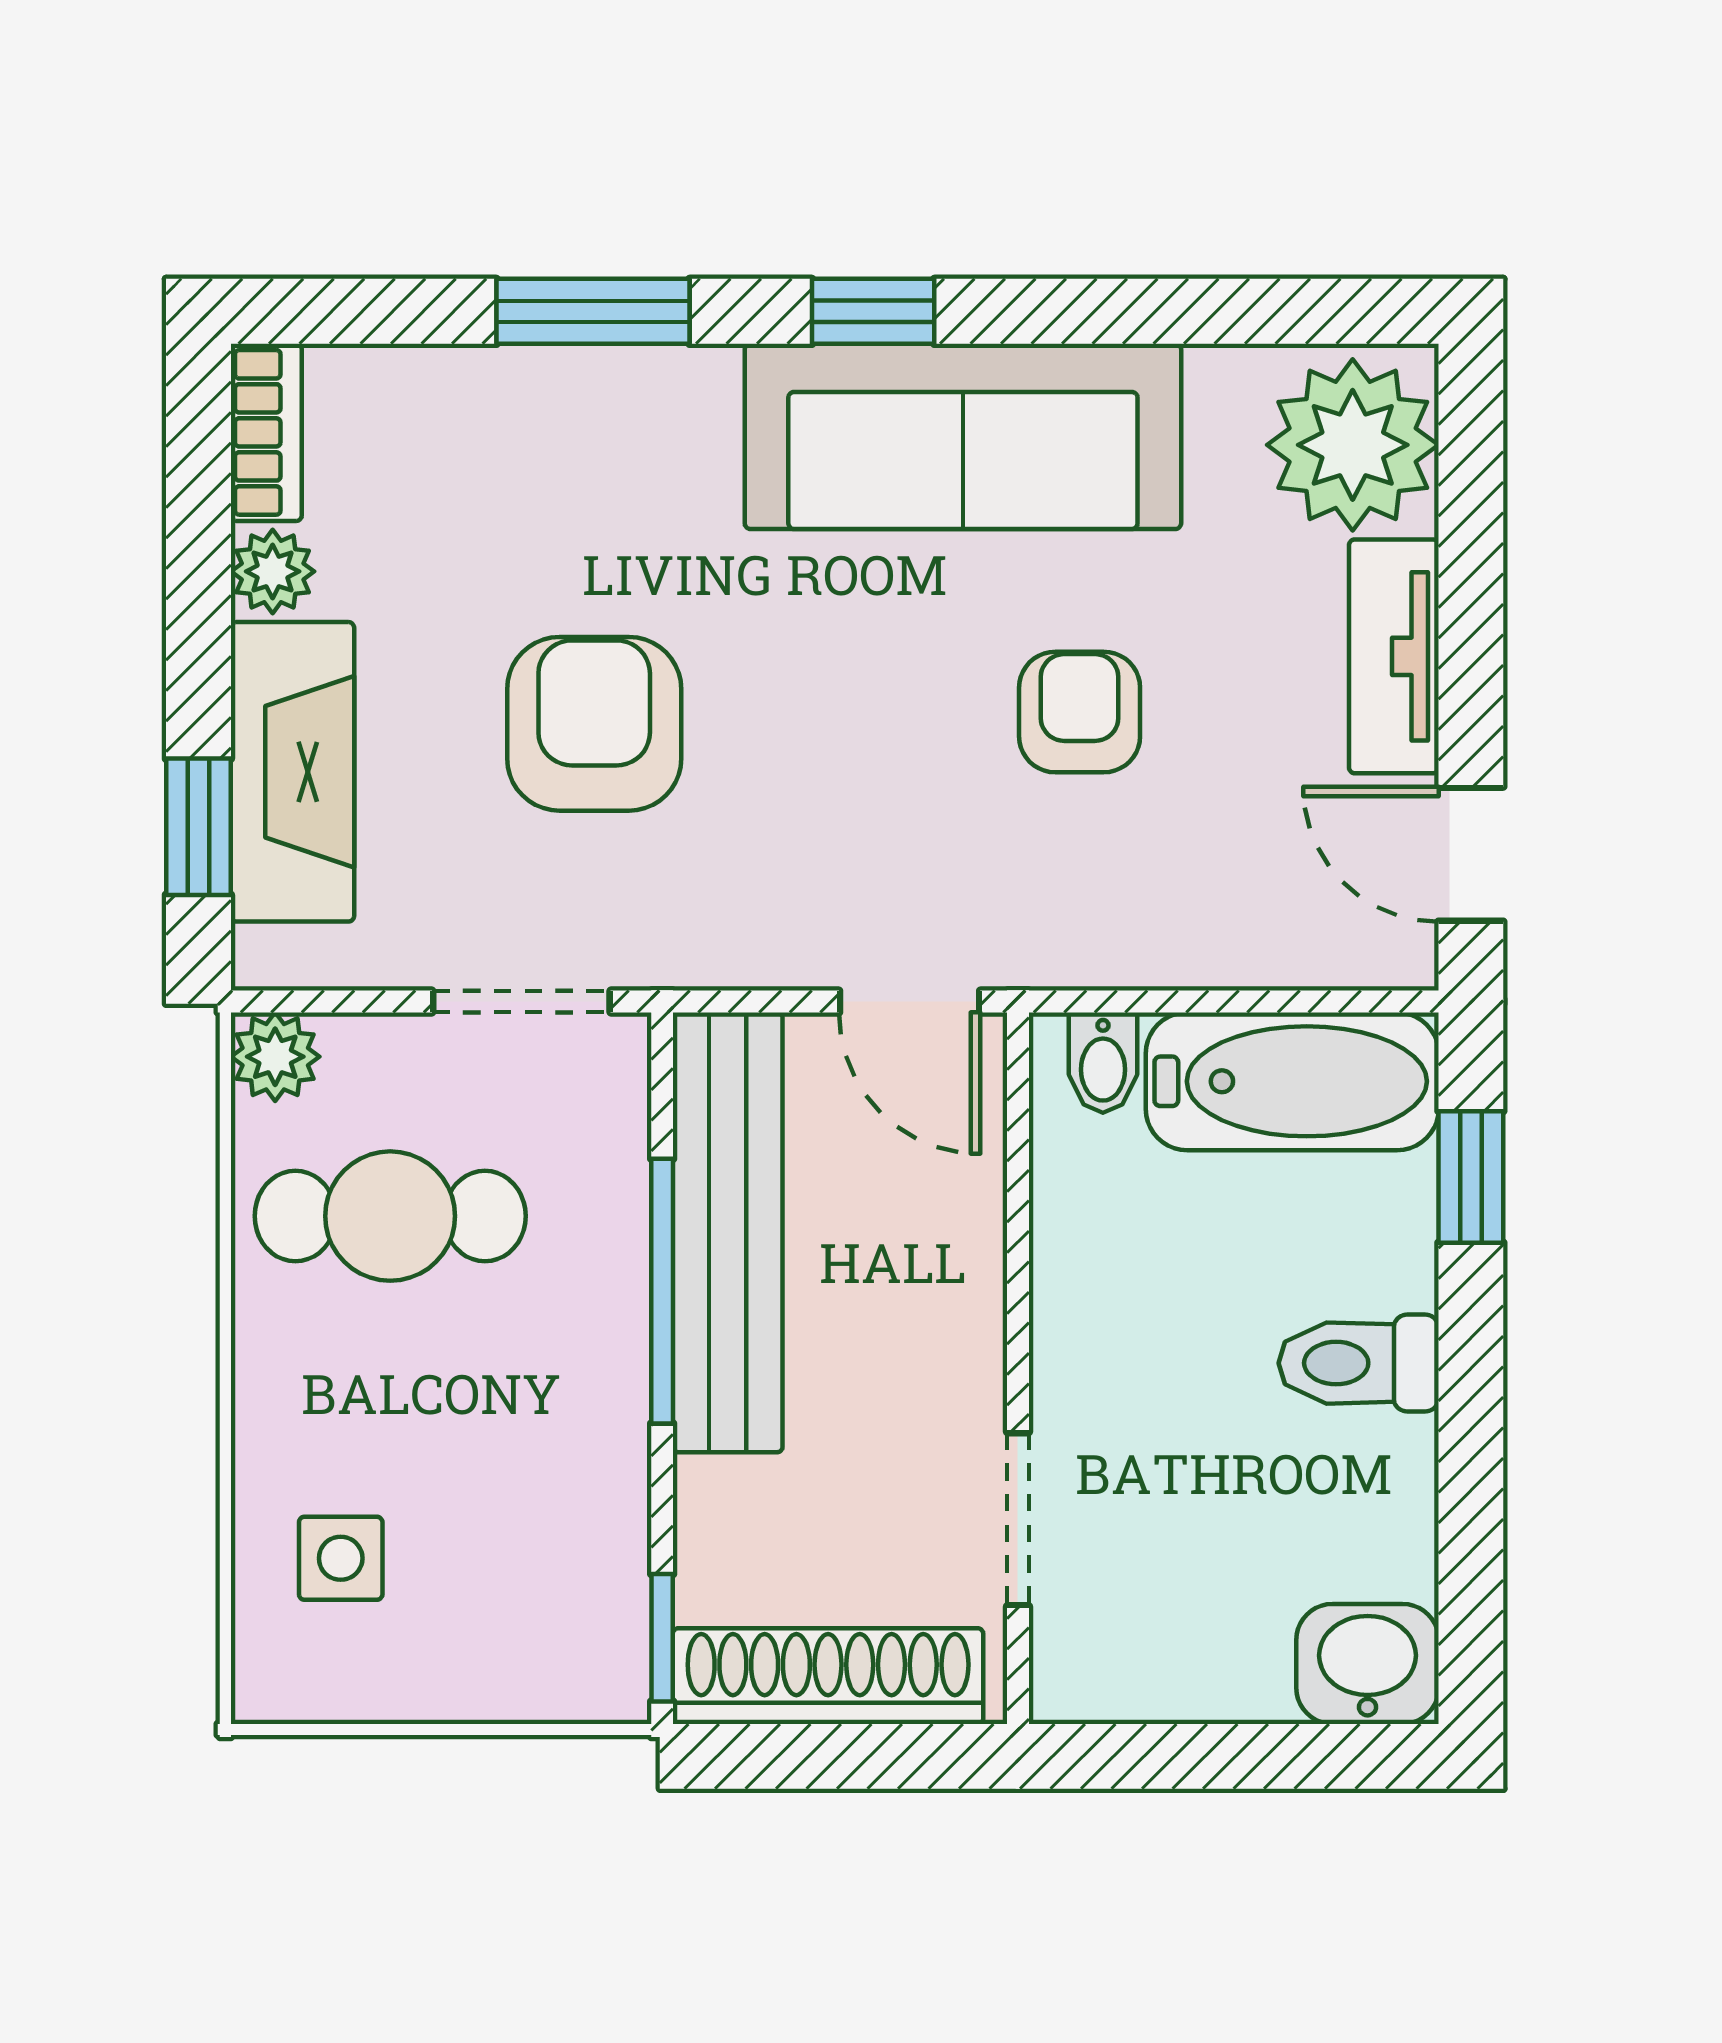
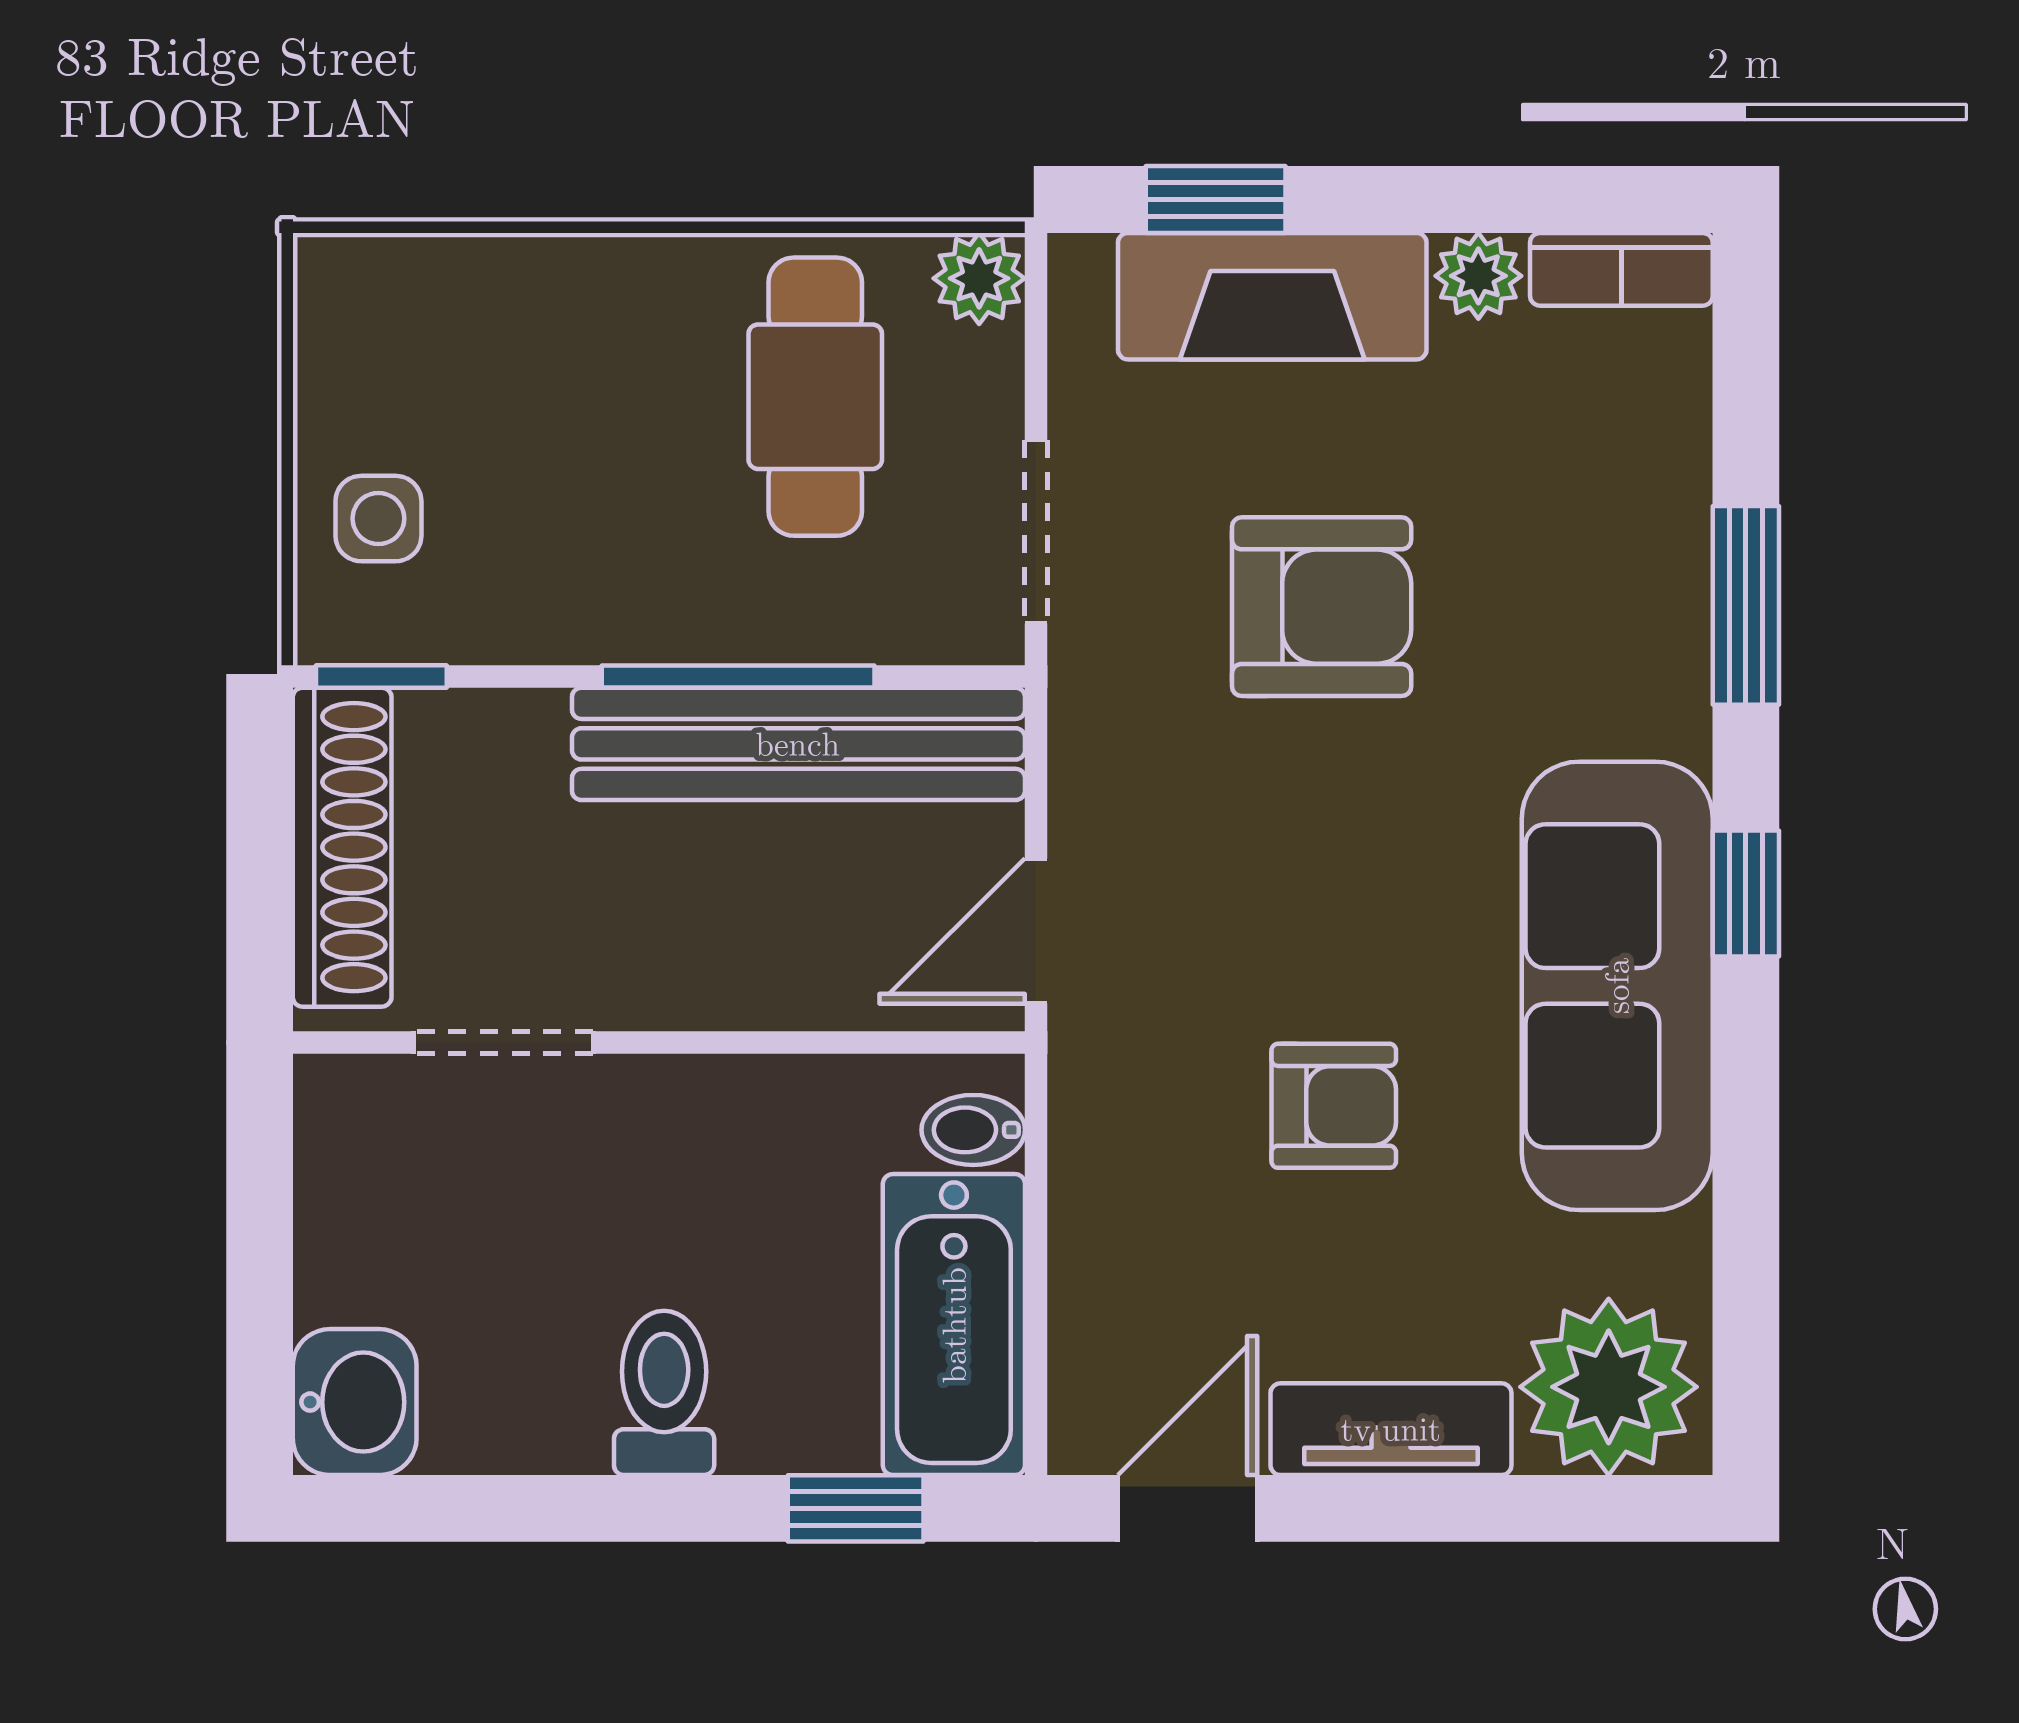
side table: (341, 1558) -> (378, 519), moved

